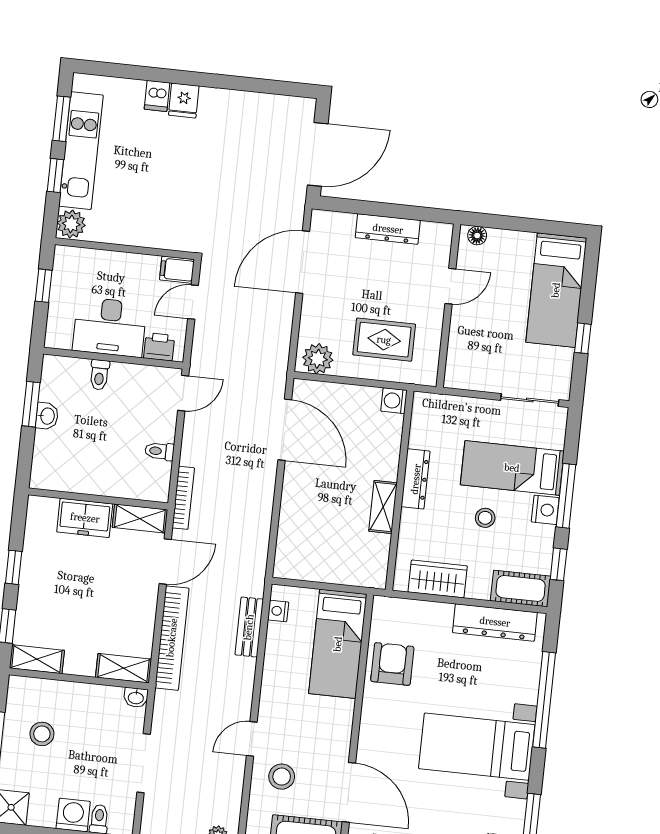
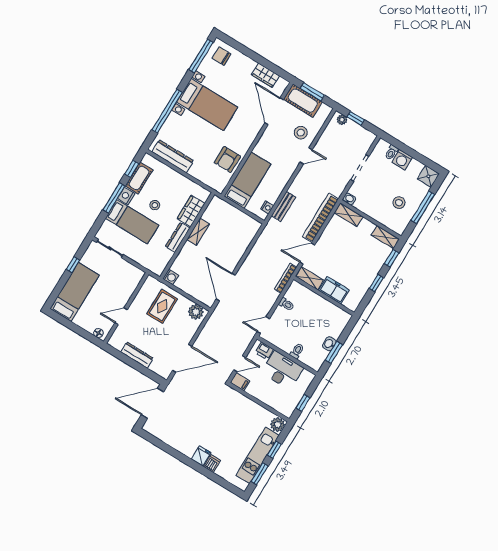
rug: (384, 340) -> (162, 306), turned 90
wardrobe: (438, 579) -> (191, 211), moved, turned 90
cot: (521, 588) -> (139, 178), moved, turned 90

